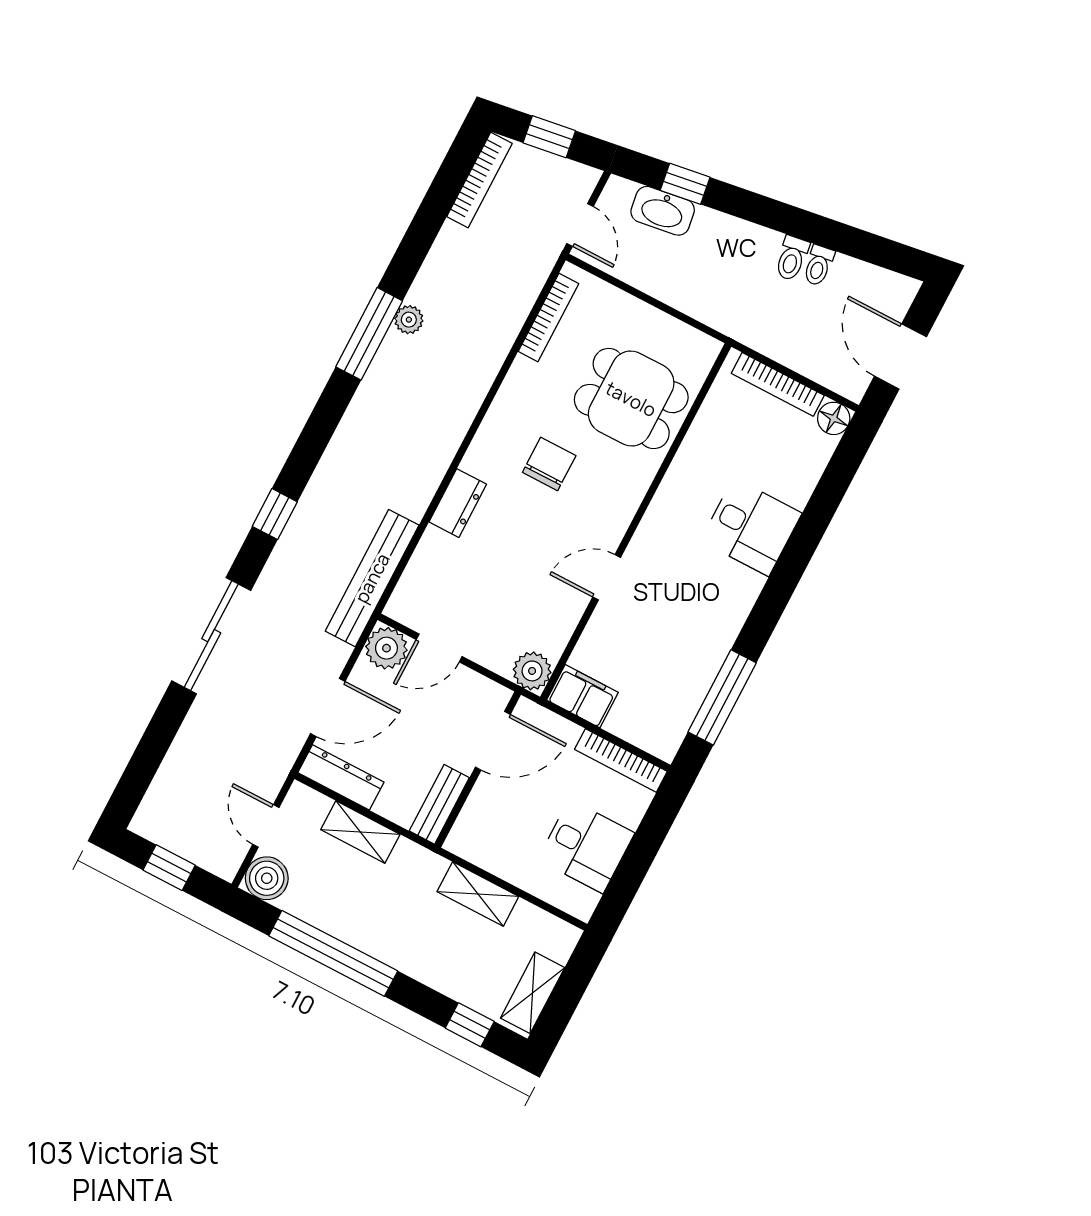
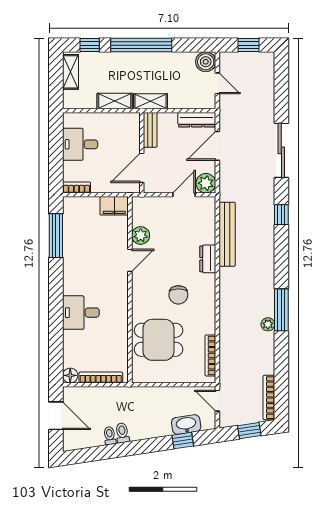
bench: (372, 578) -> (227, 234), moved
plant: (532, 671) -> (141, 235), moved
bookcase: (621, 760) -> (77, 187), width x0.64
shelving: (360, 832) -> (151, 101), moved
window: (333, 953) -> (141, 45), moved

